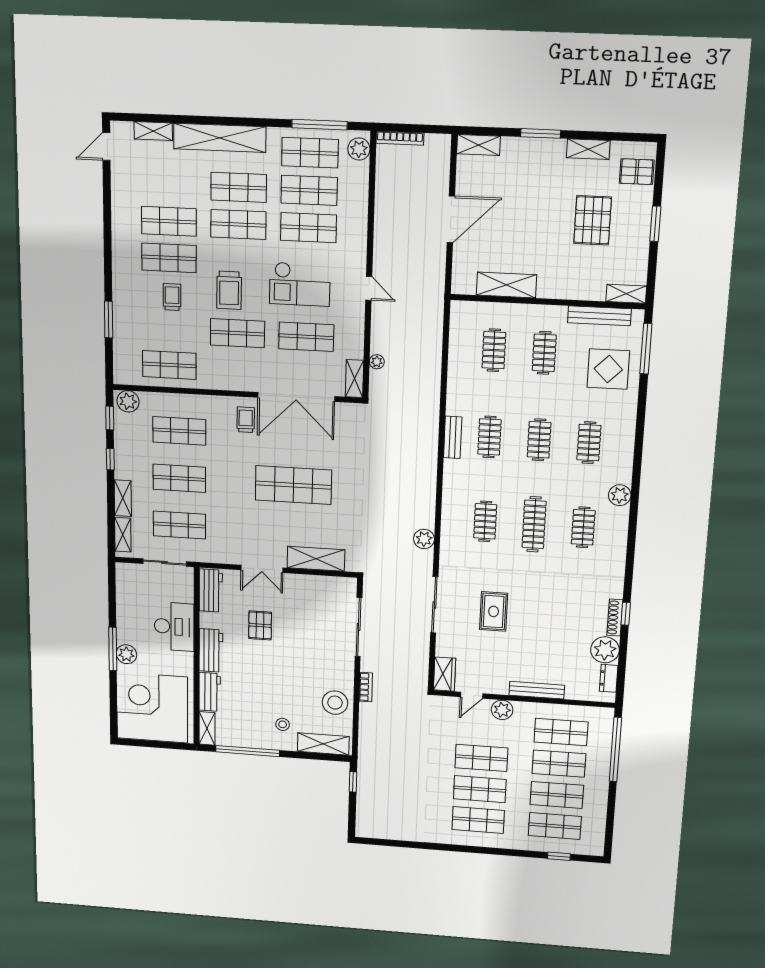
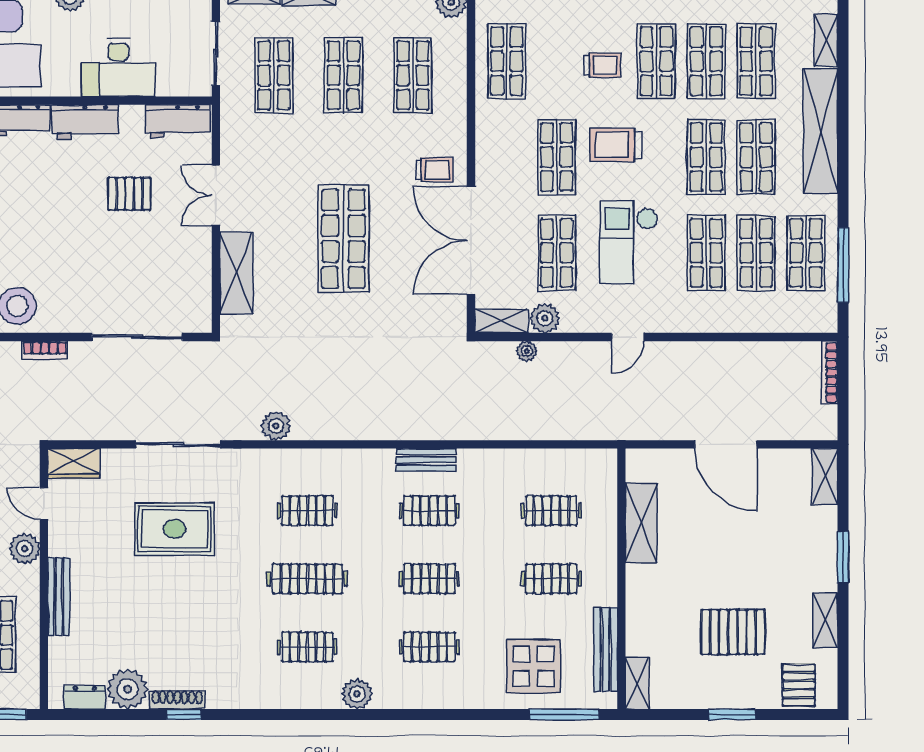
plant: (359, 149) -> (545, 318), moved
shop shelf: (169, 184) -> (756, 61), added
rug: (494, 611) -> (174, 529), width x1.36, depth x1.43

